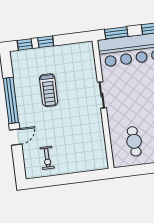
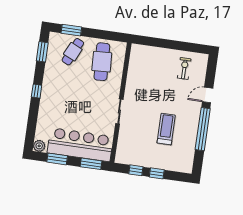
window: (25, 44) -> (136, 170), moved
cafe table: (134, 141) -> (102, 62), width x1.37, depth x1.35

